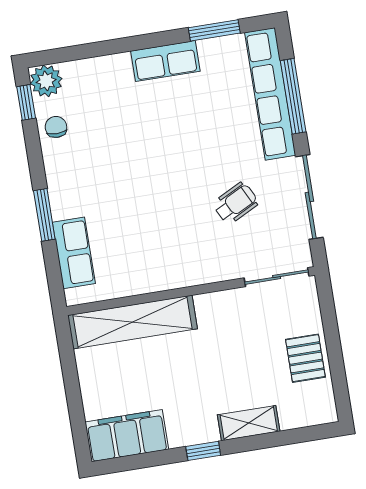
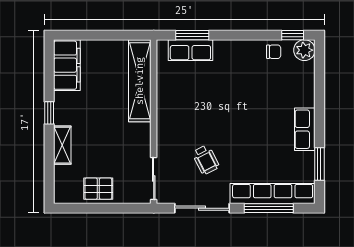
window: (44, 215) -> (192, 35), moved

